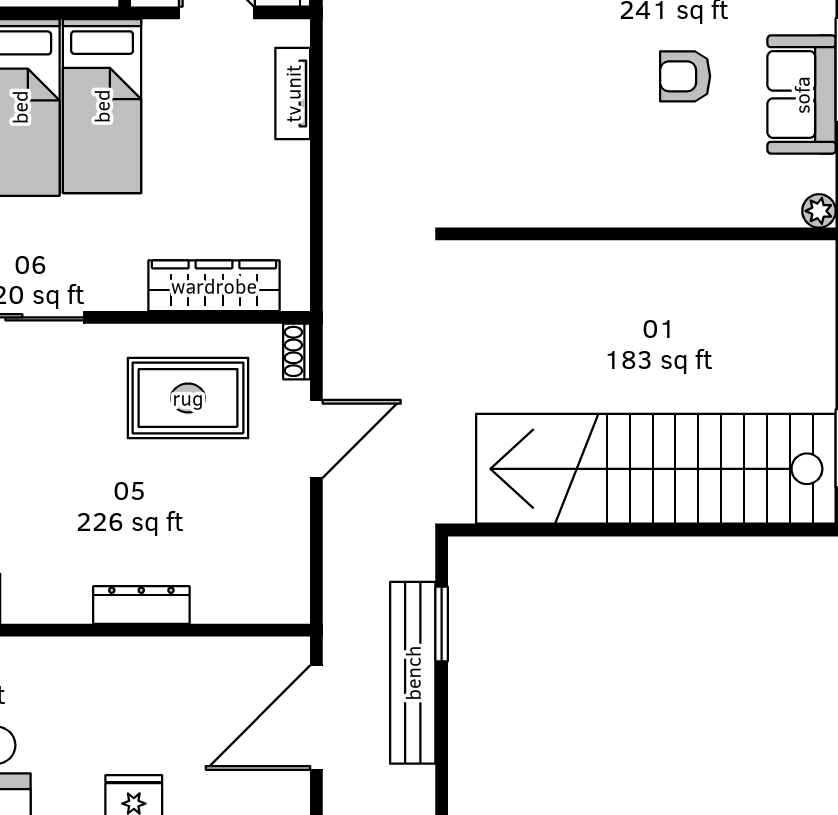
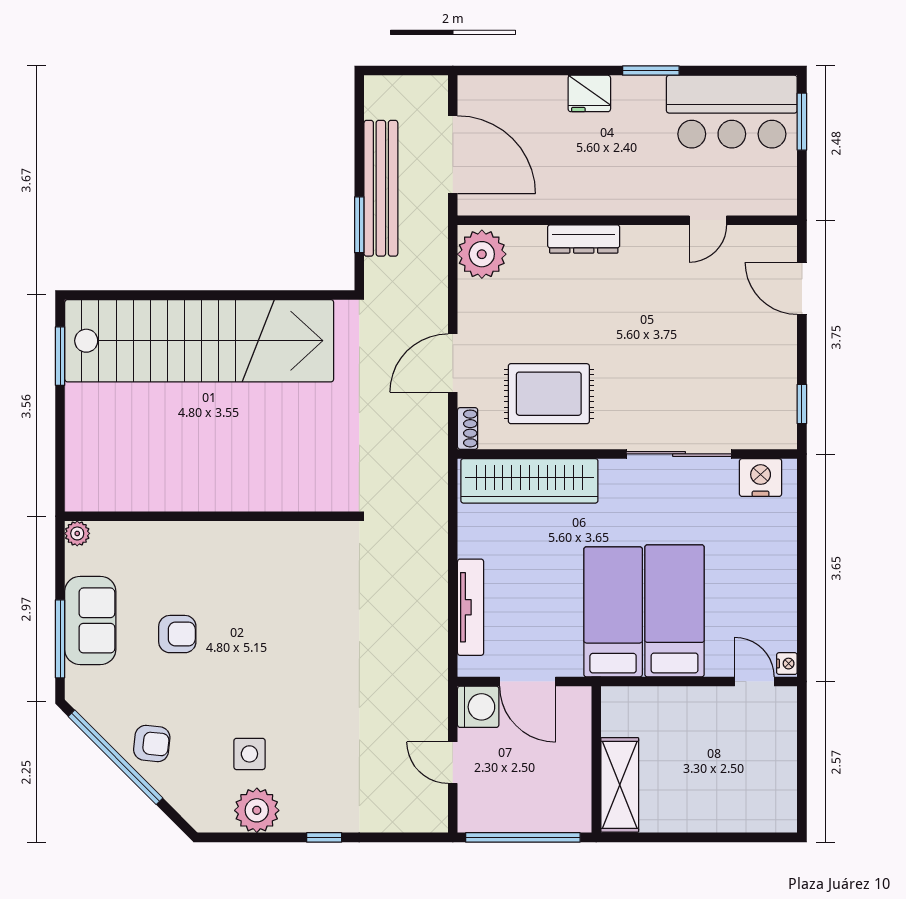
tv unit: (293, 94) -> (471, 607), width x1.41
wardrobe: (214, 286) -> (529, 481), width x1.40, depth x1.17
plant: (278, 585) -> (482, 254), added
door: (316, 718) -> (453, 155), hinge flipped

